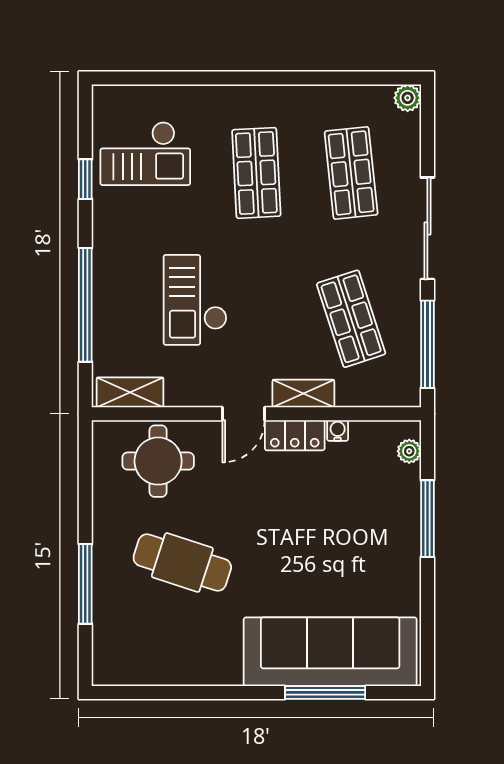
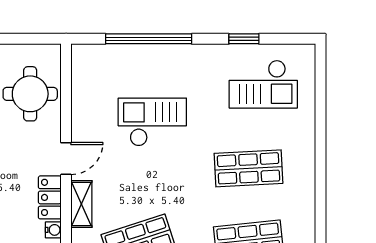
checkout: (145, 153) -> (263, 84), turned -90
shelving: (130, 392) -> (82, 73), removed
door: (243, 414) -> (66, 159), swing flipped

